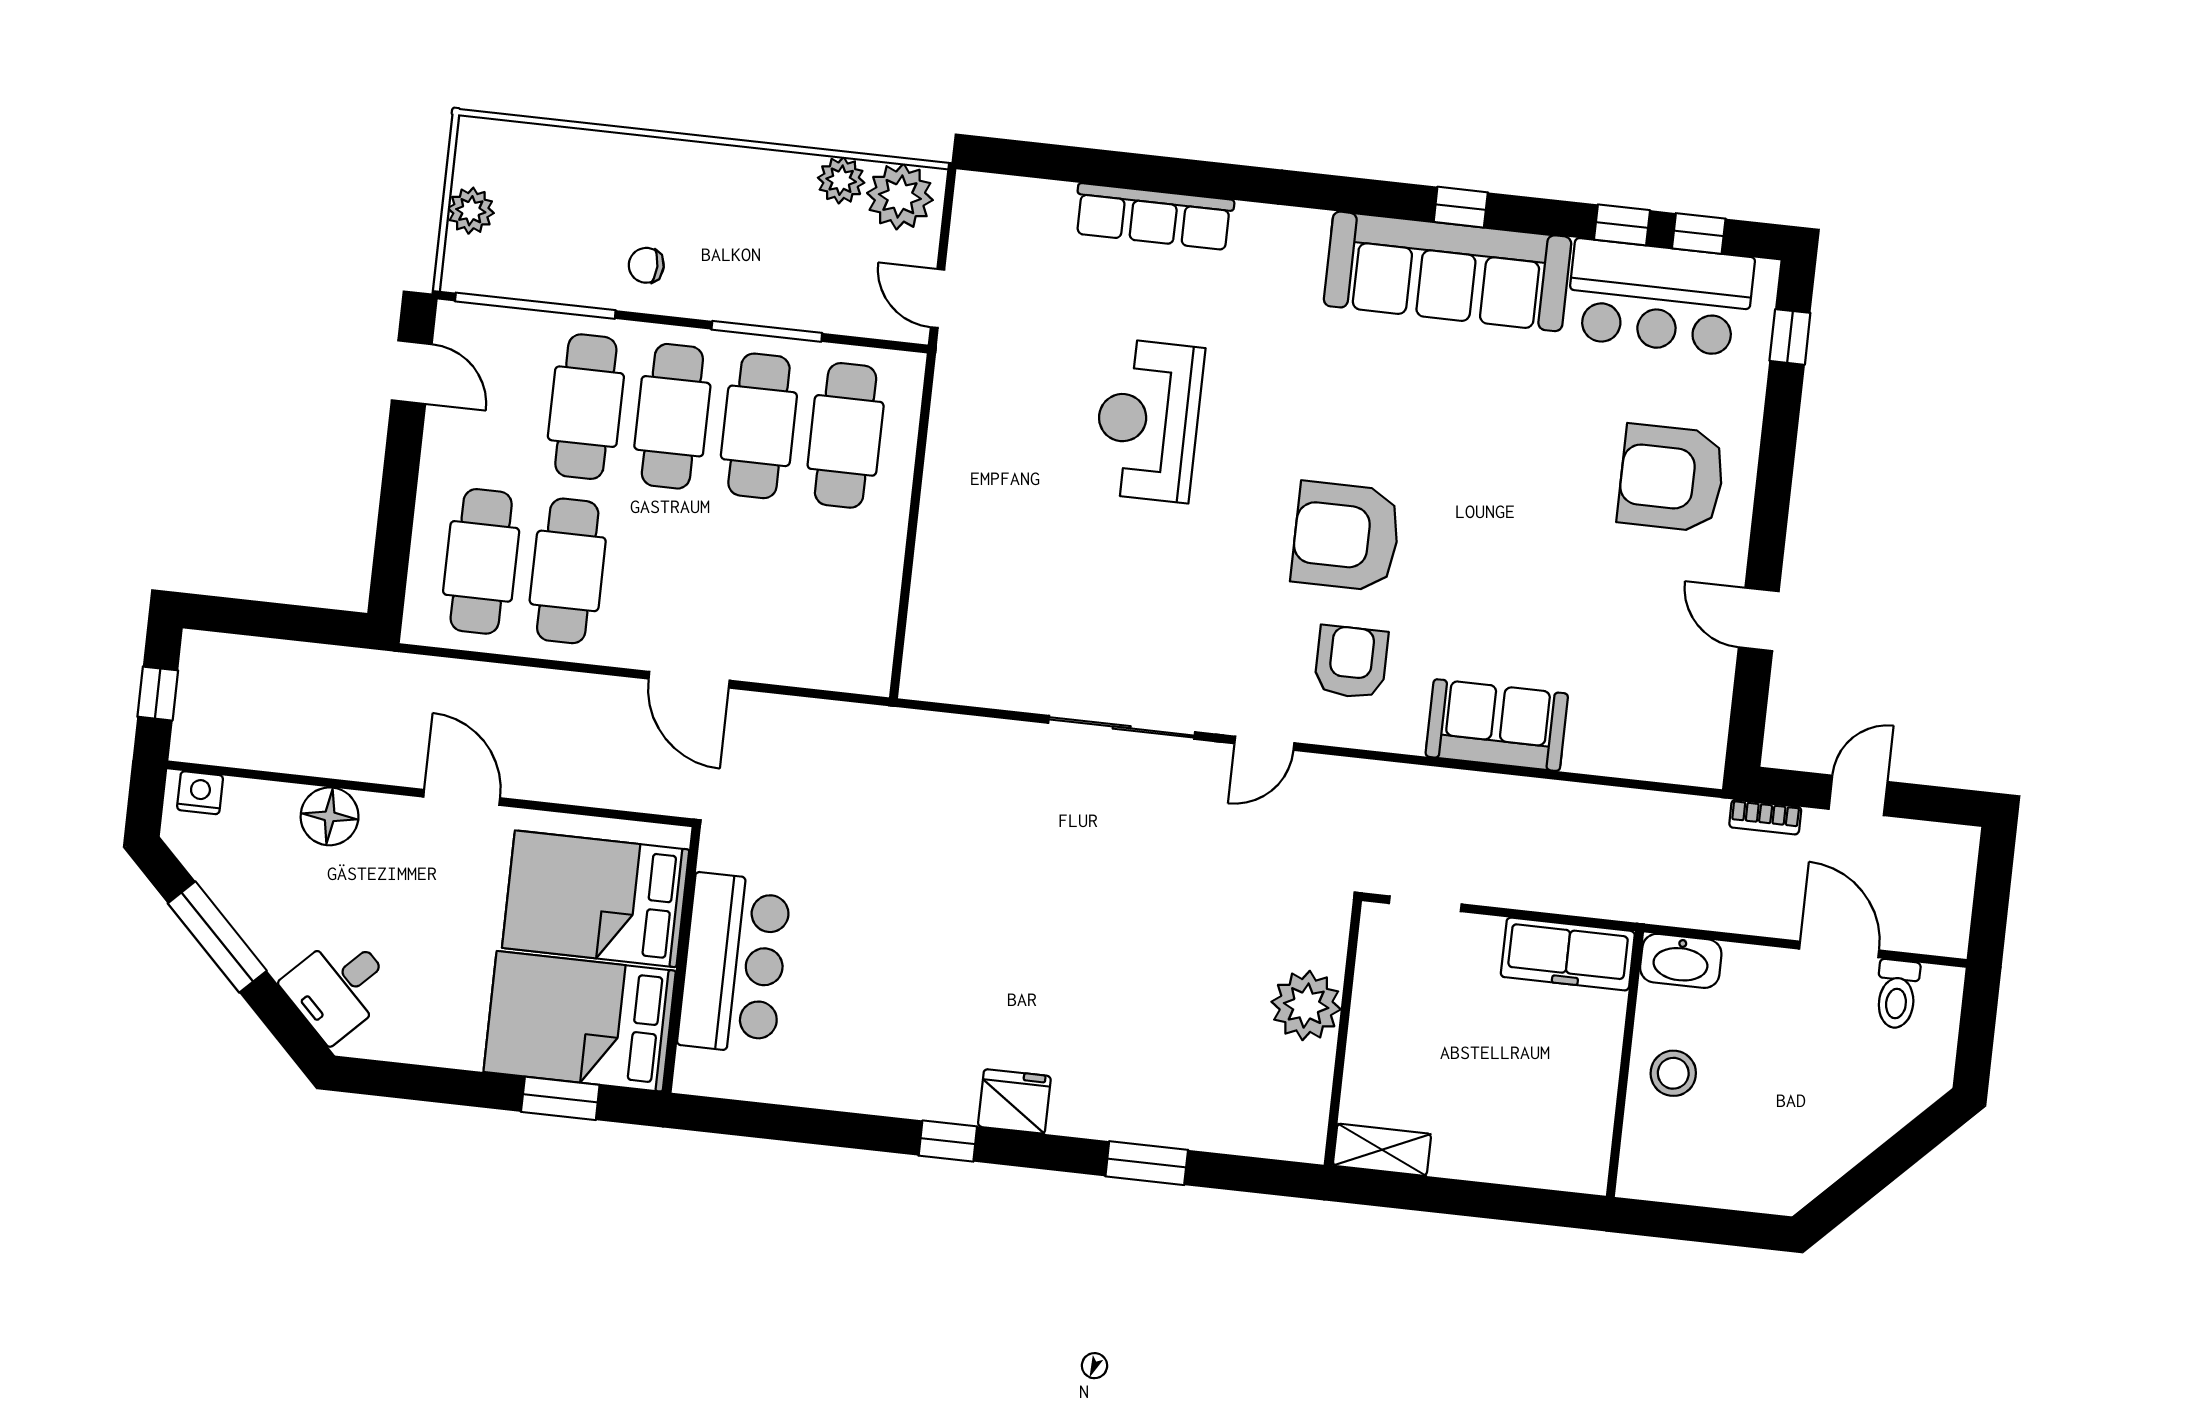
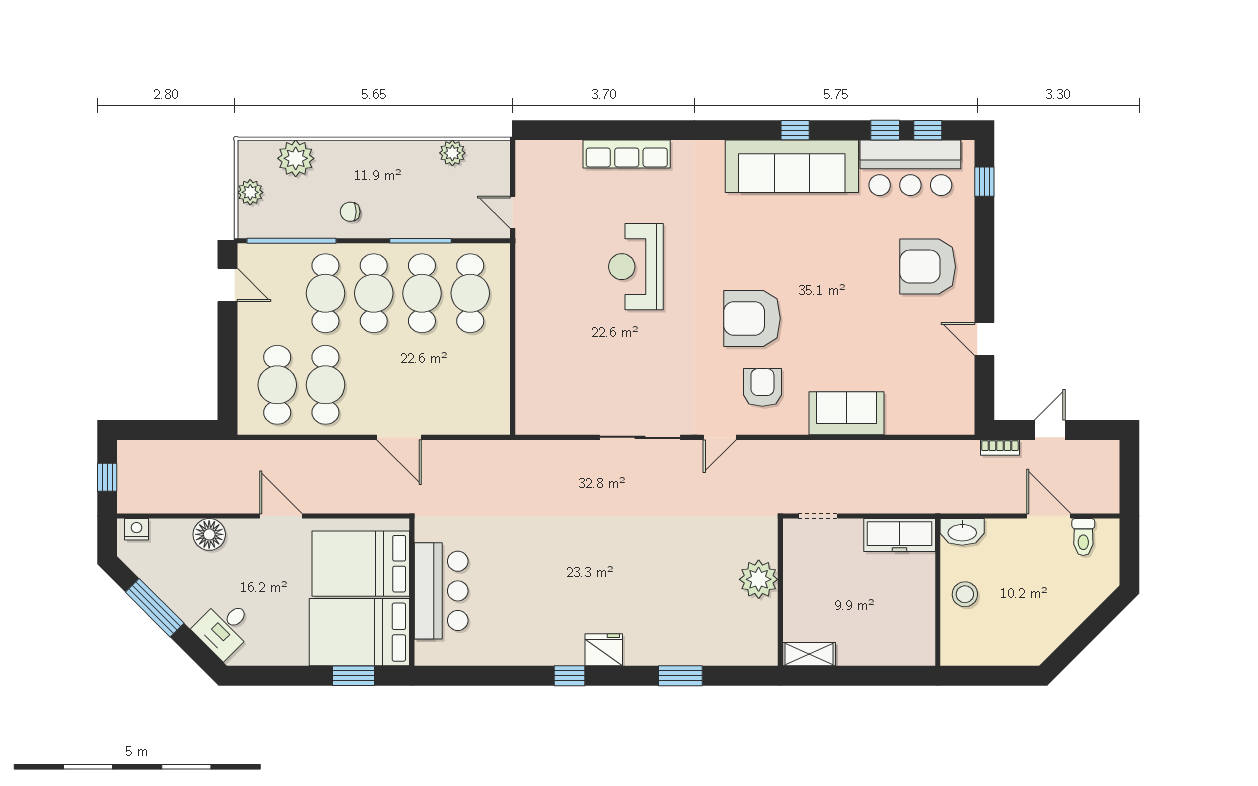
plant: (900, 197) -> (296, 158), moved

